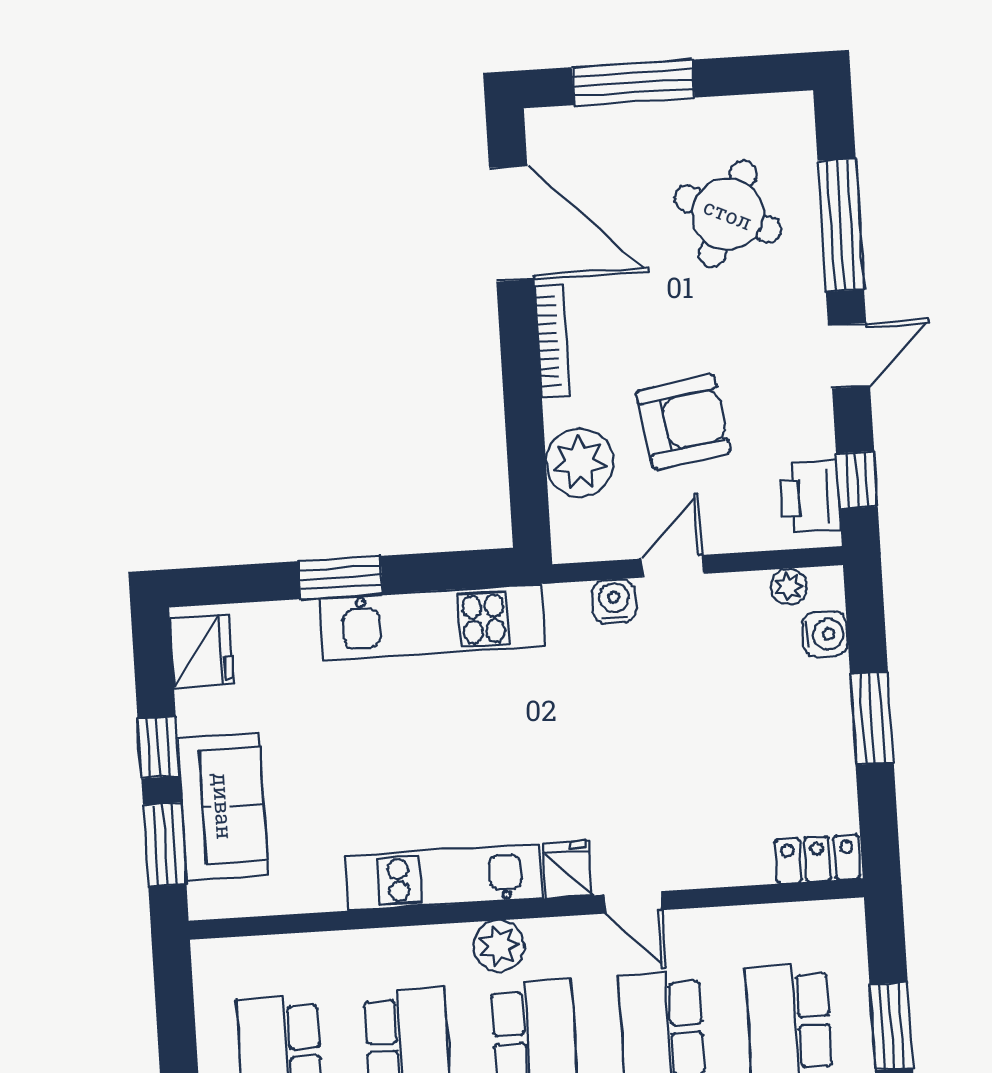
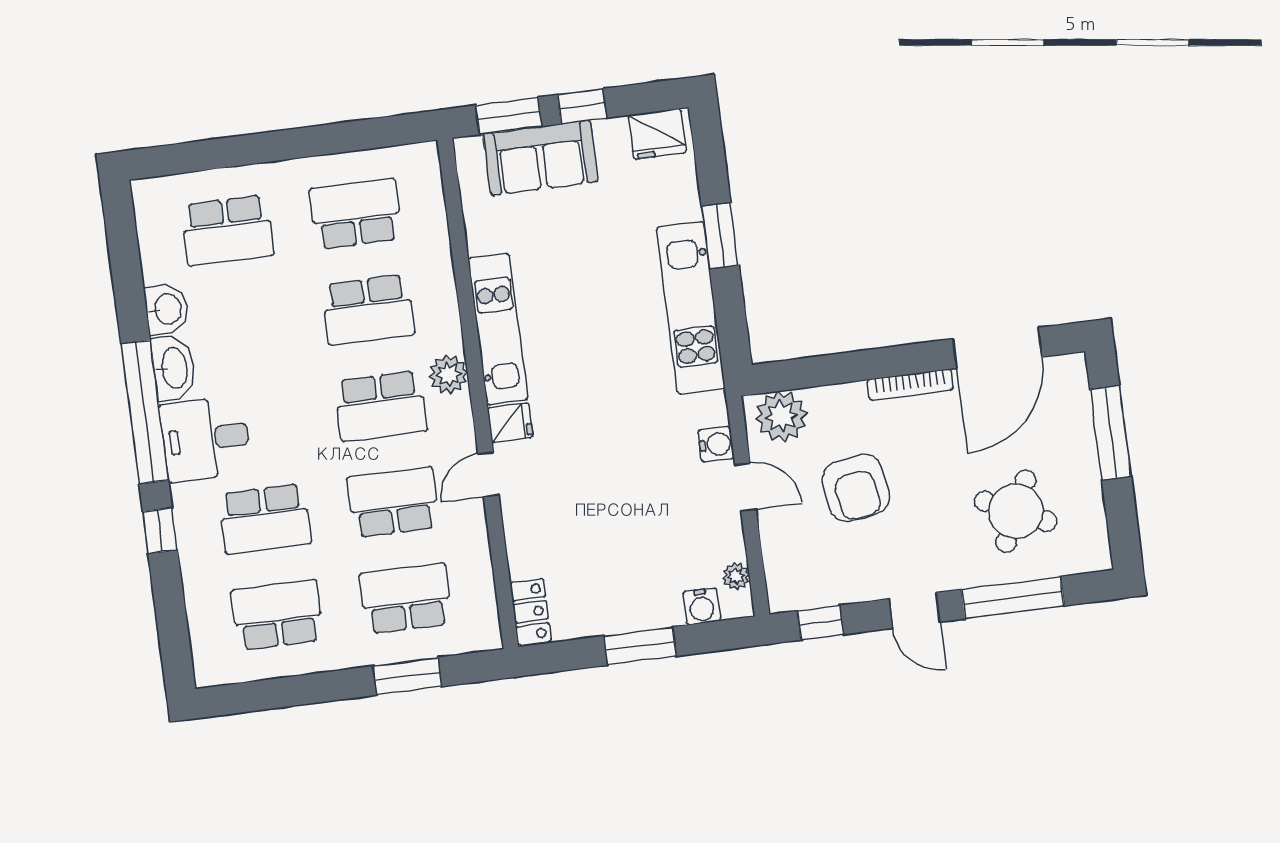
plant: (580, 462) -> (781, 416), moved
printer: (810, 497) -> (805, 588), removed

